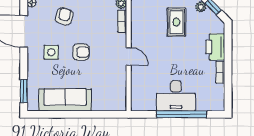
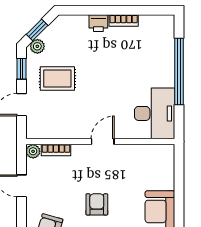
printer: (215, 47) -> (98, 23), width x0.53, depth x0.68
desk: (176, 96) -> (155, 113), moved

